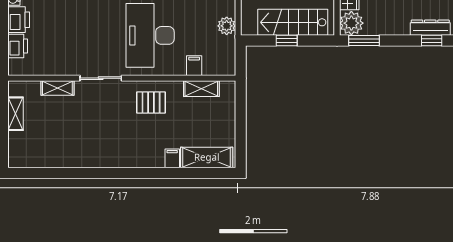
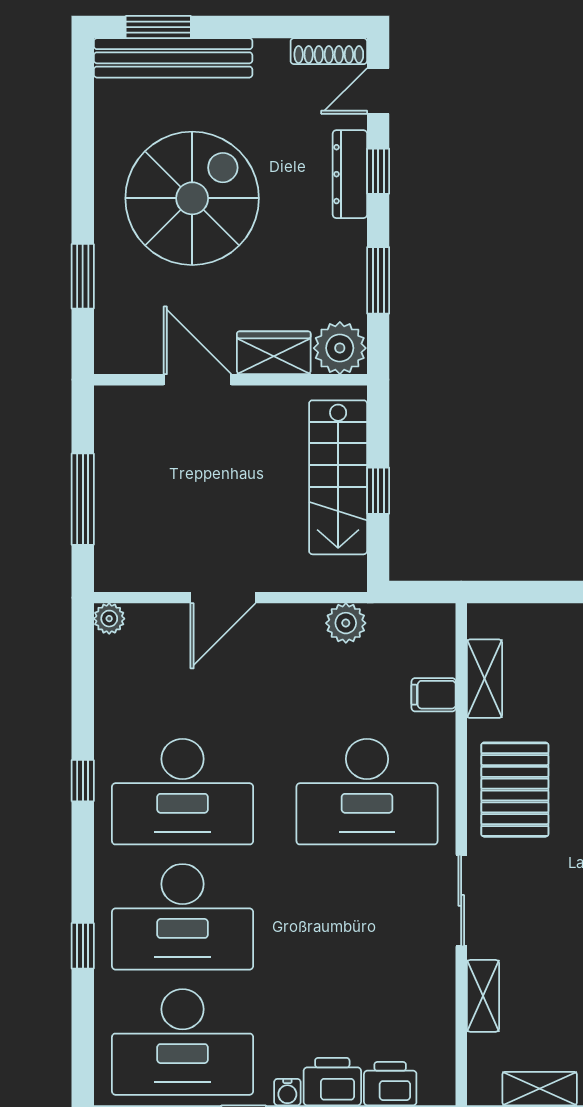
window: (364, 40) -> (378, 280), moved
pallet: (151, 102) -> (515, 790), width x1.50, depth x1.42

